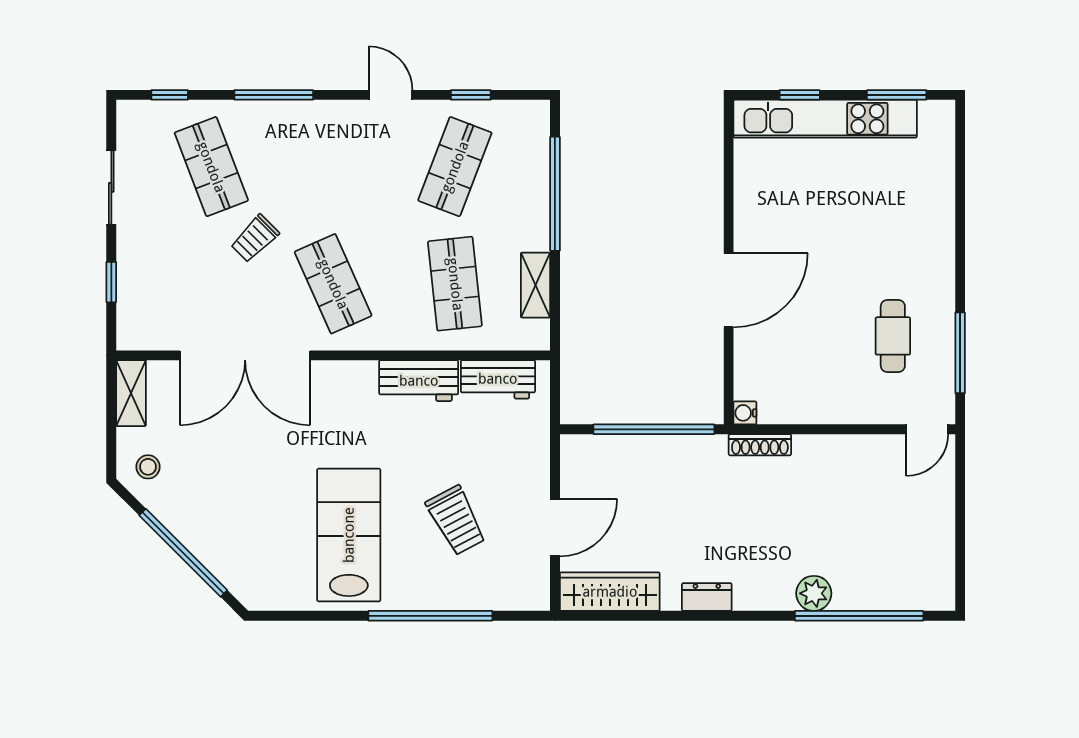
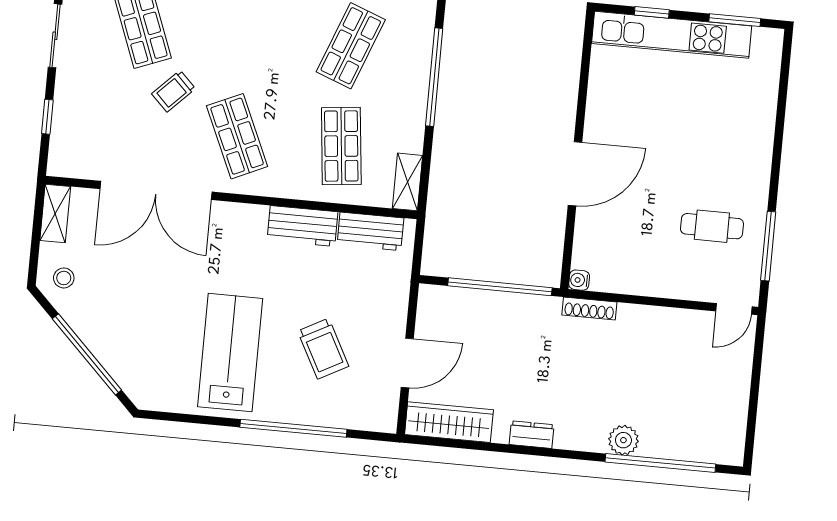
shelving: (536, 285) -> (408, 182), moved
cafe table: (893, 336) -> (712, 226), turned 90

